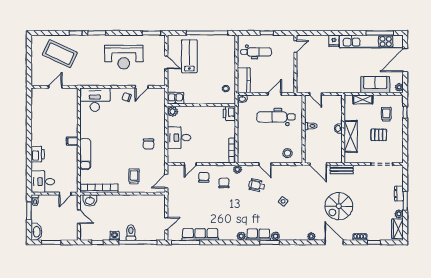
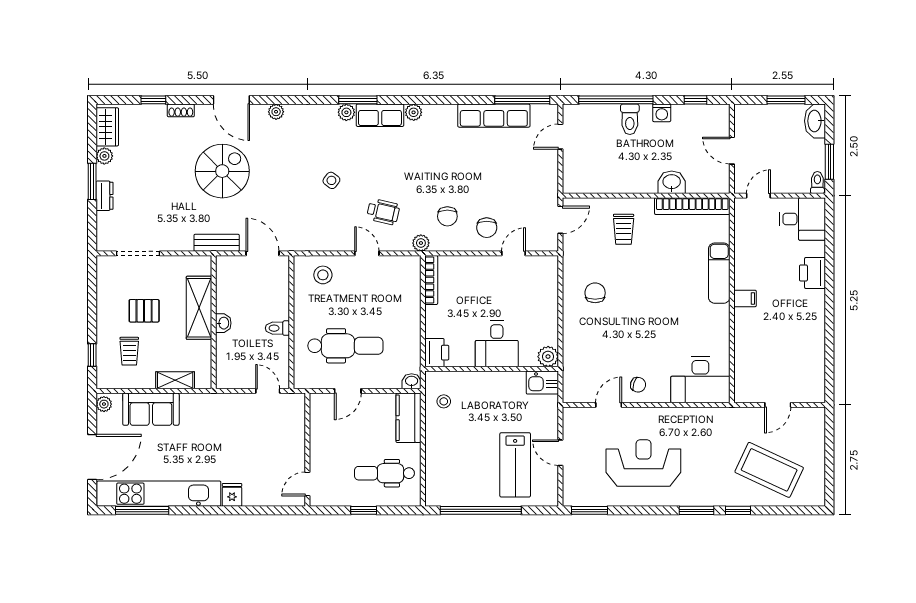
desk: (179, 138) -> (497, 344), moved, turned 90
washbasin: (90, 200) -> (672, 182), moved

